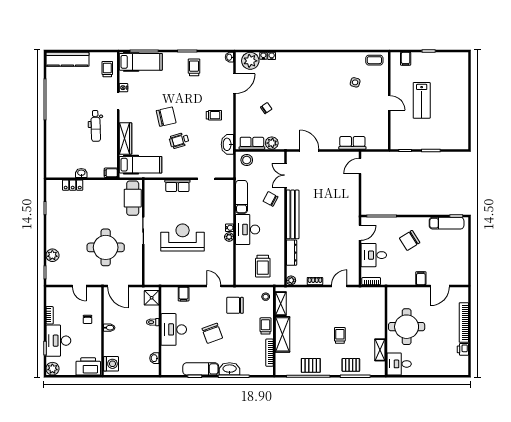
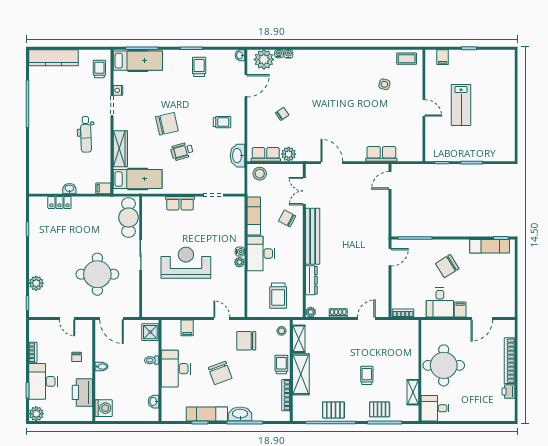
desk: (374, 255) -> (440, 303), moved, turned -90
printer: (88, 366) -> (82, 392), moved, turned -90

